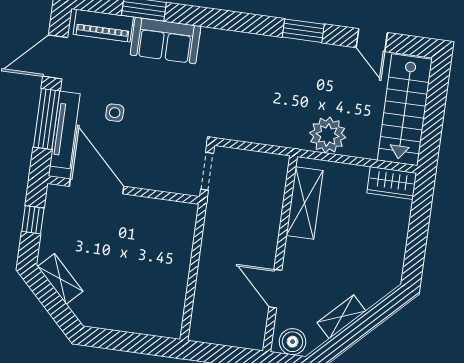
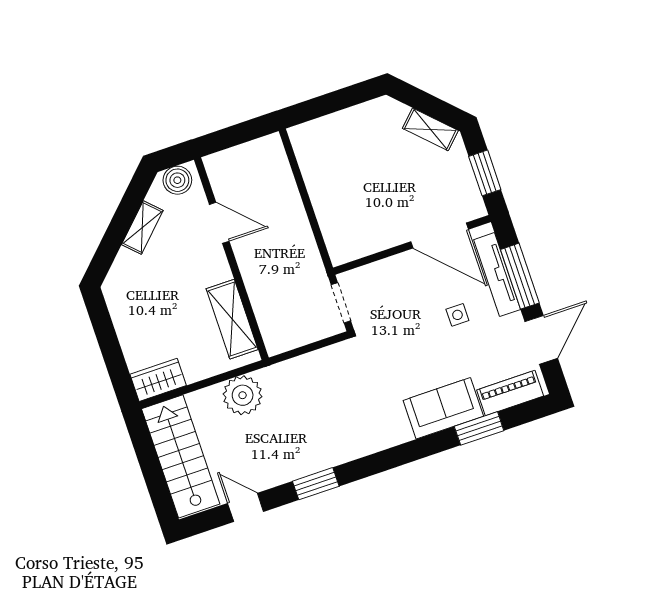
window: (33, 220) -> (485, 173), width x1.50

